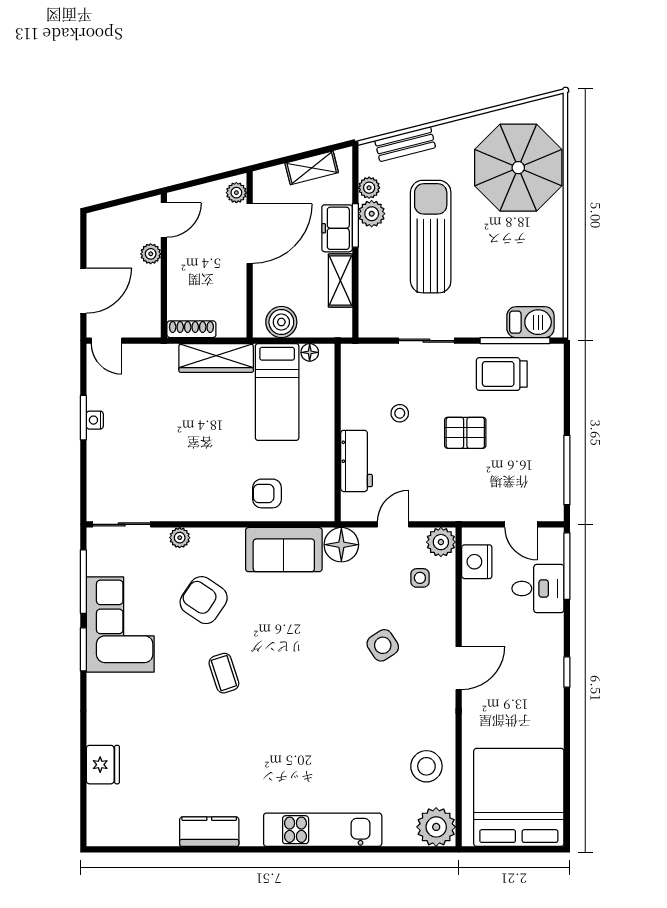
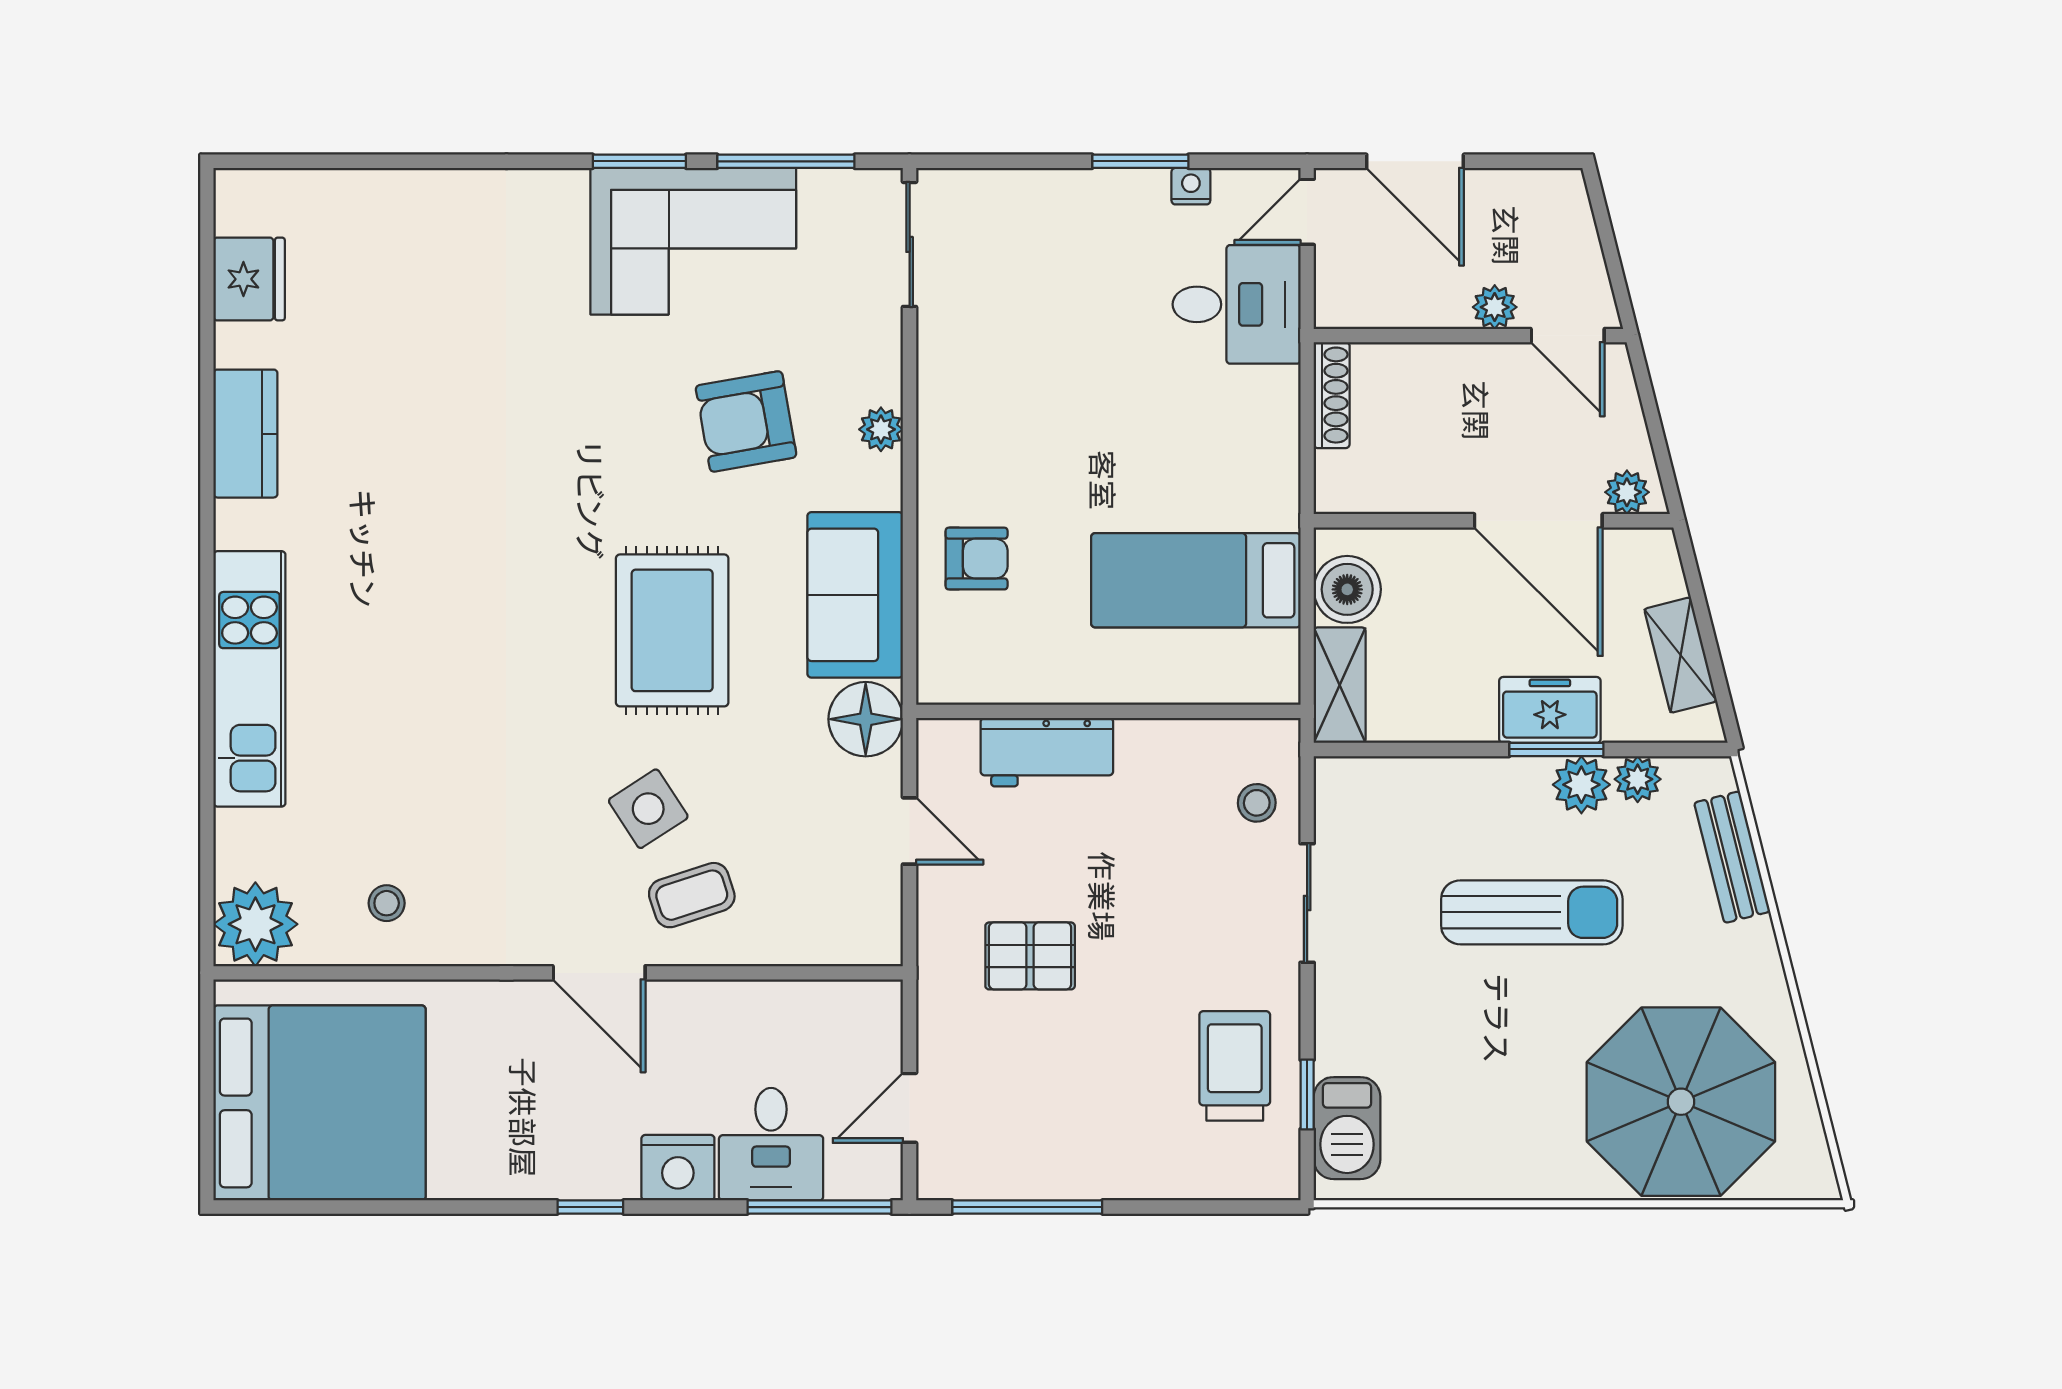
sun lounger: (431, 237) -> (1532, 912), width x0.73, depth x0.75
shelving: (340, 281) -> (1340, 685), moved, turned 90
window: (515, 341) -> (1307, 1094), width x0.46
floor lamp: (310, 352) -> (1282, 651), removed
wardrobe: (216, 358) -> (1270, 448), removed
desk: (149, 373) -> (1237, 304), added
stool: (400, 413) -> (1257, 803), moved
nightstand: (95, 420) -> (1191, 186), moved
pallet: (465, 433) -> (1030, 956), moved, turned 90
armchair: (267, 493) -> (977, 559), turned 90
plant: (180, 538) -> (881, 429), moved
plant: (441, 542) -> (871, 934), removed
nightstand: (477, 562) -> (678, 1168), moved, turned 180
side table: (420, 578) -> (794, 889), removed
armchair: (204, 600) -> (746, 421), turned -134
rug: (300, 634) -> (672, 630), added
coffee table: (224, 673) -> (692, 895), moved
fridge: (103, 765) -> (249, 279), moved, turned -90
stool: (426, 766) -> (387, 903), width x0.53, depth x0.53

